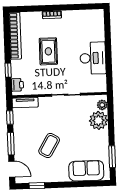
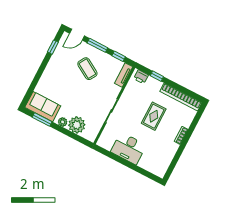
rug: (48, 51) -> (154, 116), turned 90
plant: (102, 105) -> (63, 122), moved
coffee table: (49, 146) -> (87, 69), moved
sofa: (86, 171) -> (43, 107), moved, turned -90

